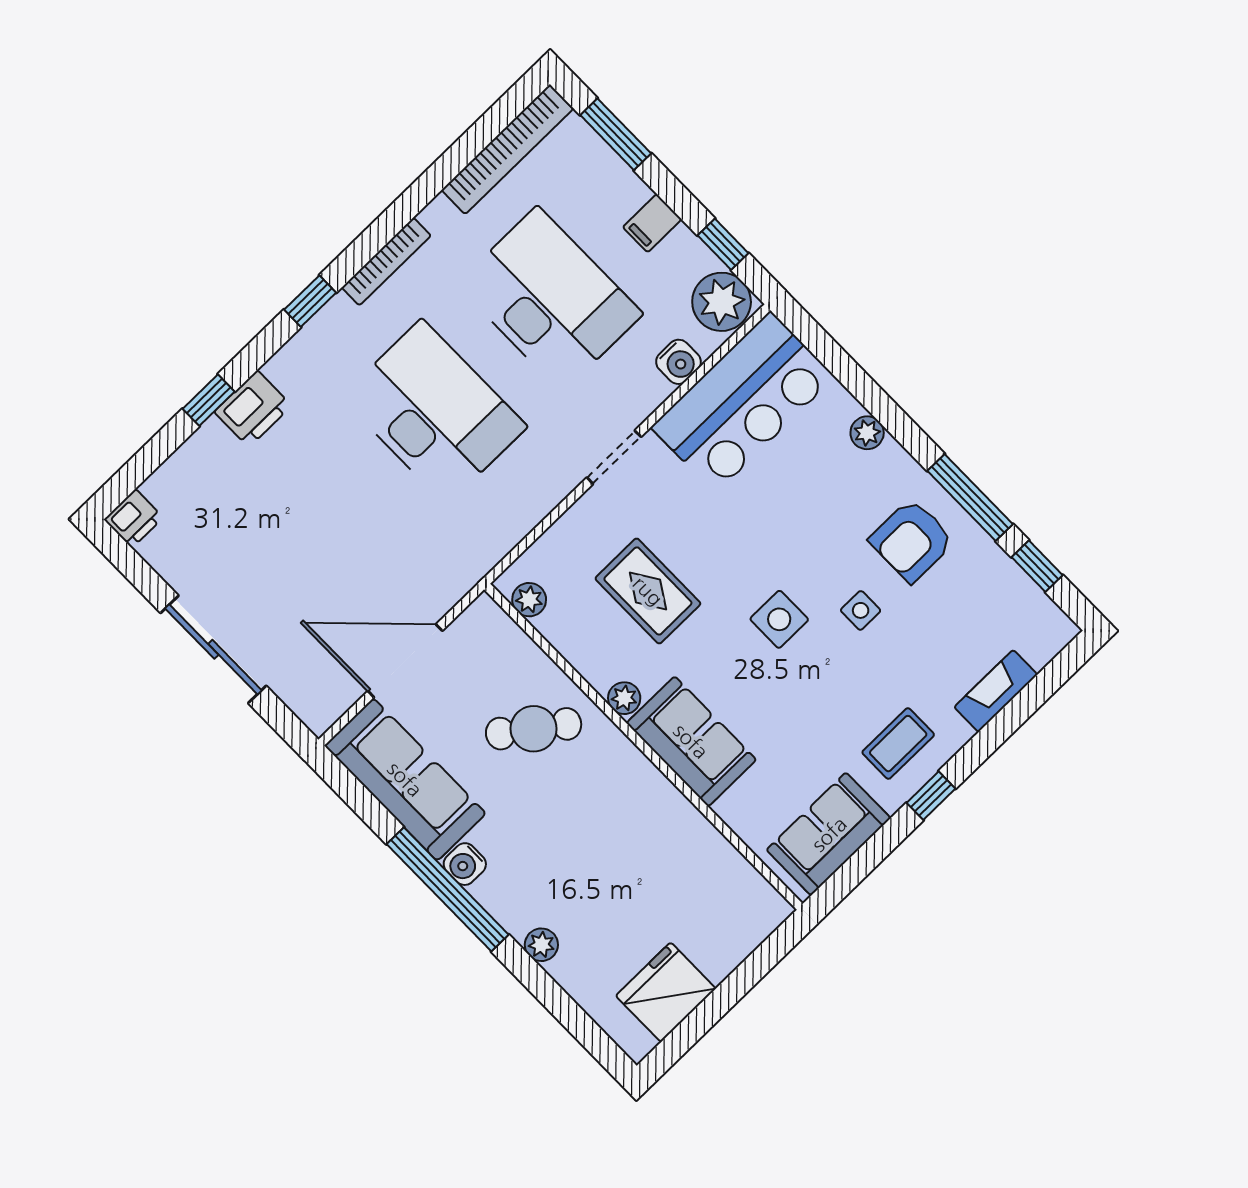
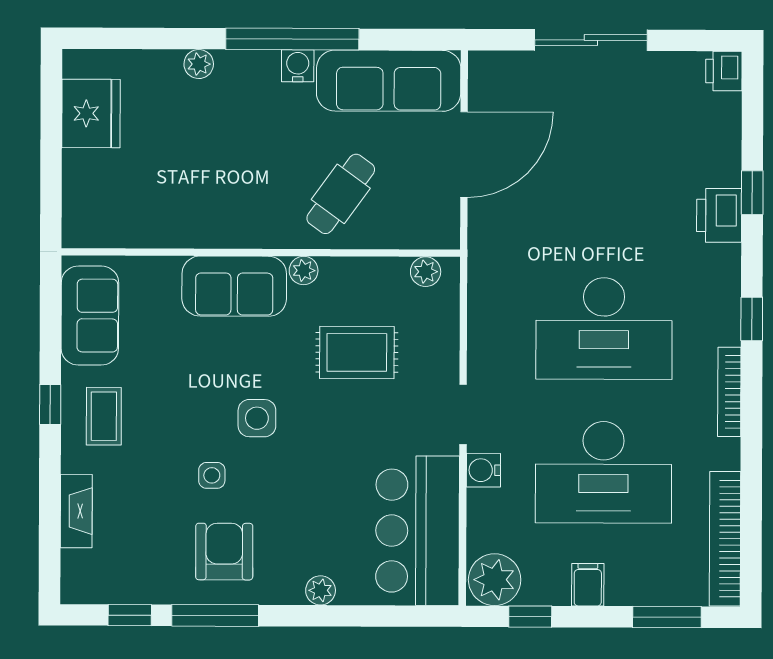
water cooler: (679, 362) -> (483, 470), moved

